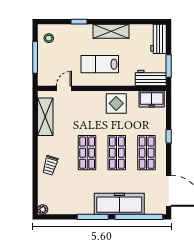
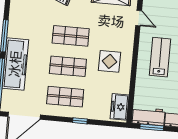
workbench: (151, 78) -> (149, 116), moved, turned -90
display table: (116, 103) -> (109, 61), moved

